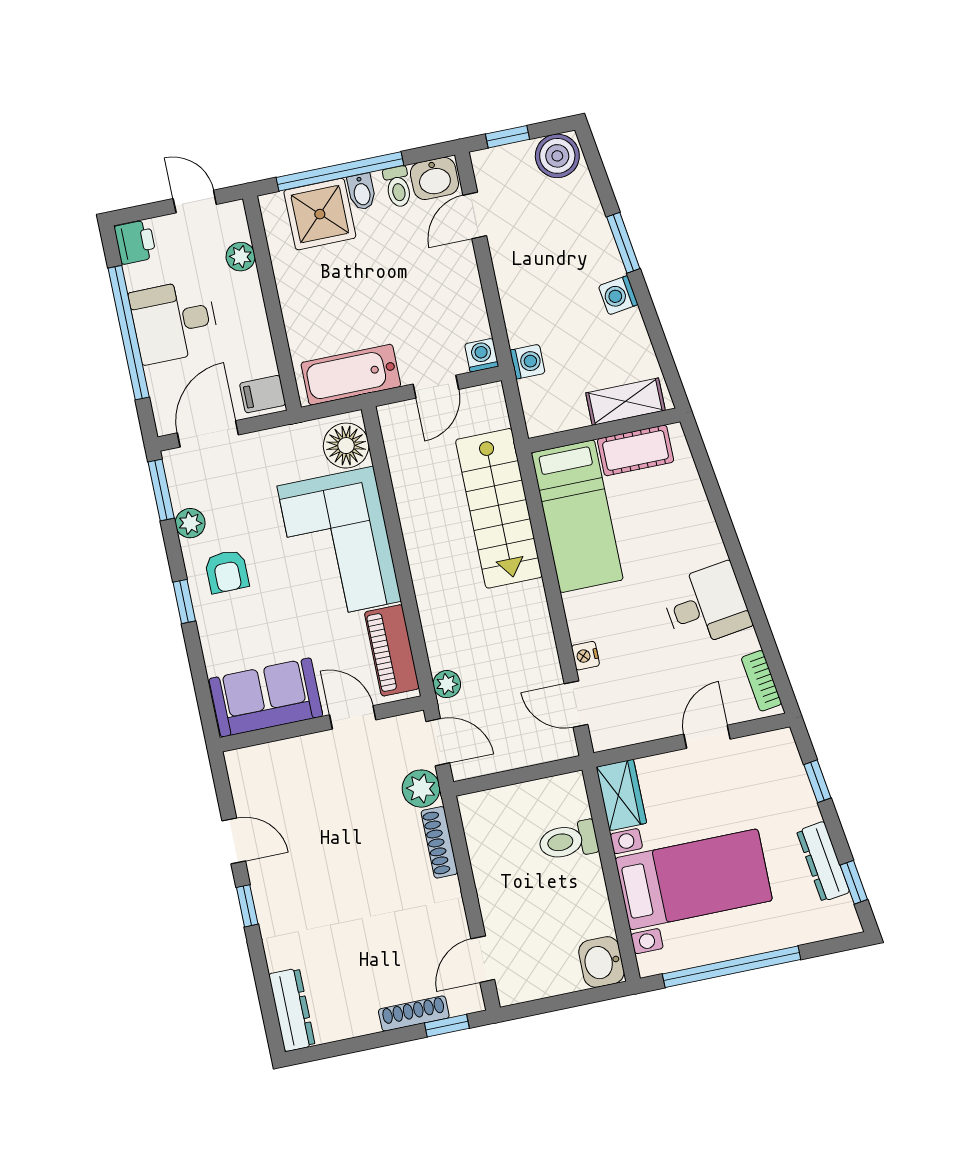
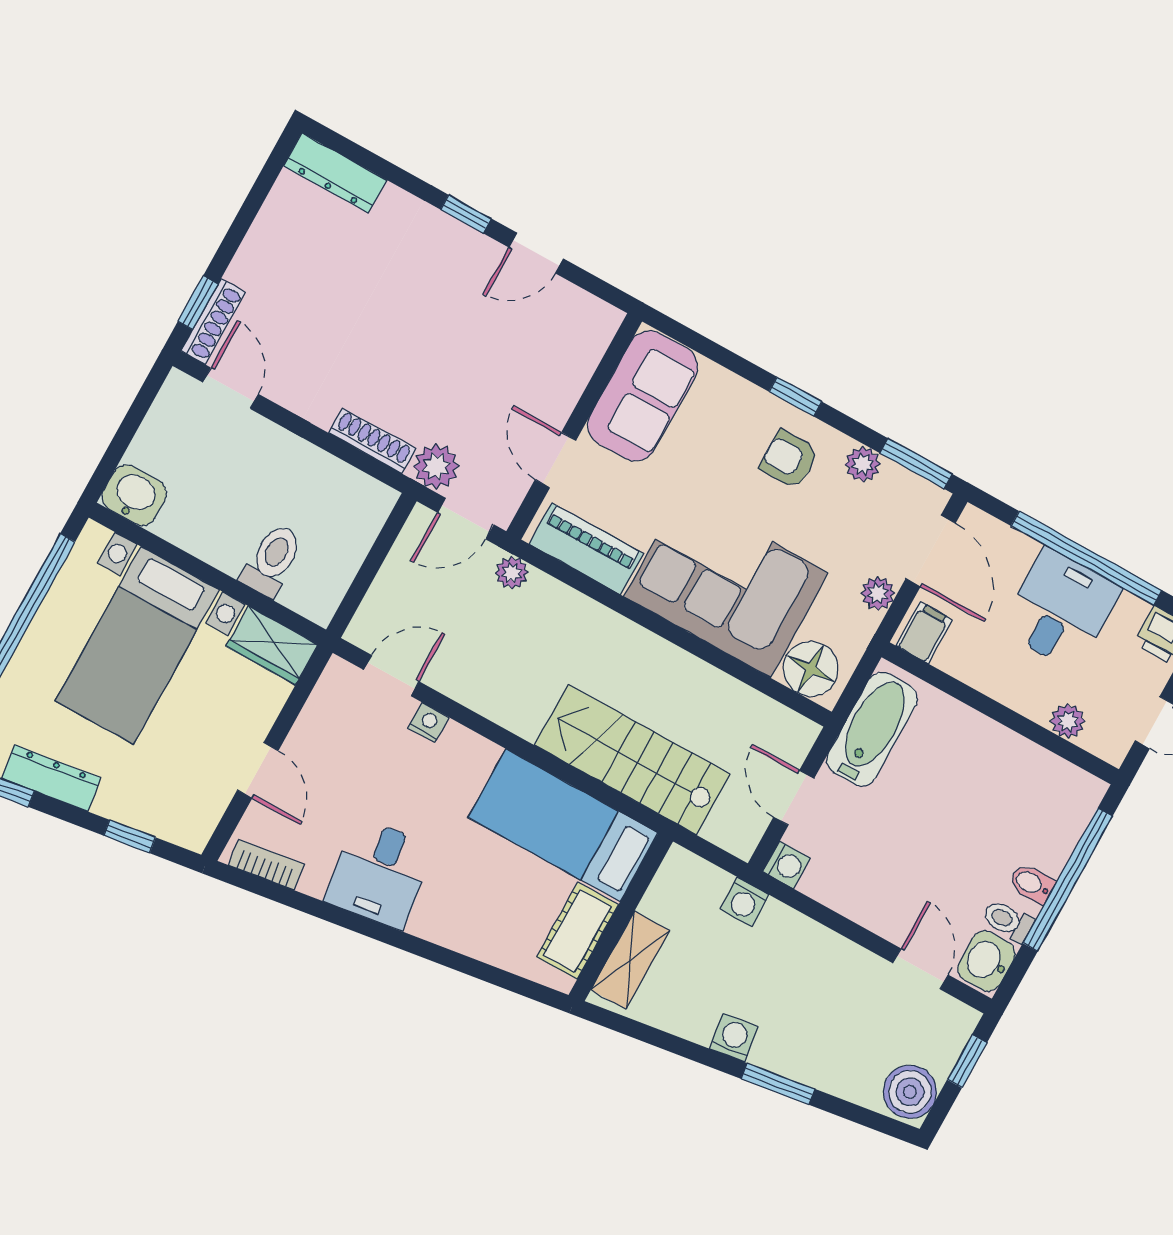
shower: (320, 214) -> (1044, 828), removed
plant: (263, 444) -> (878, 593), added
door: (353, 717) -> (556, 460), swing flipped
shoe rack: (414, 1014) -> (213, 322), moved

